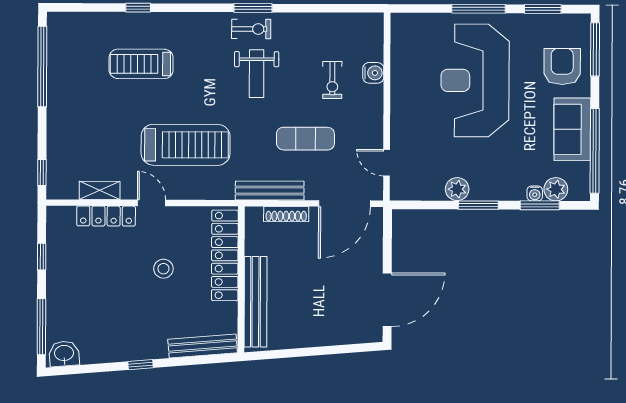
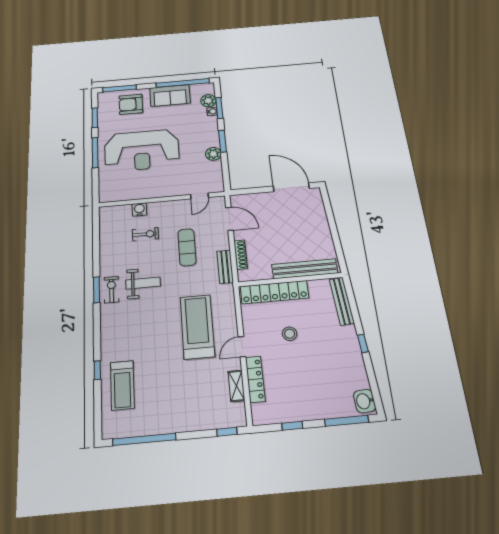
treadmill: (141, 64) -> (122, 385), moved
bench: (270, 191) -> (225, 267), width x0.73
door: (344, 204) -> (229, 219), width x0.73

